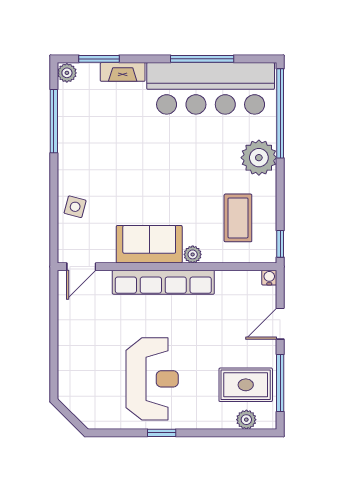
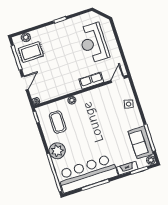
sofa: (149, 244) -> (141, 143), moved, turned 90
row of seats: (163, 282) -> (91, 81), width x0.50
reception desk: (152, 379) -> (93, 43), moved

